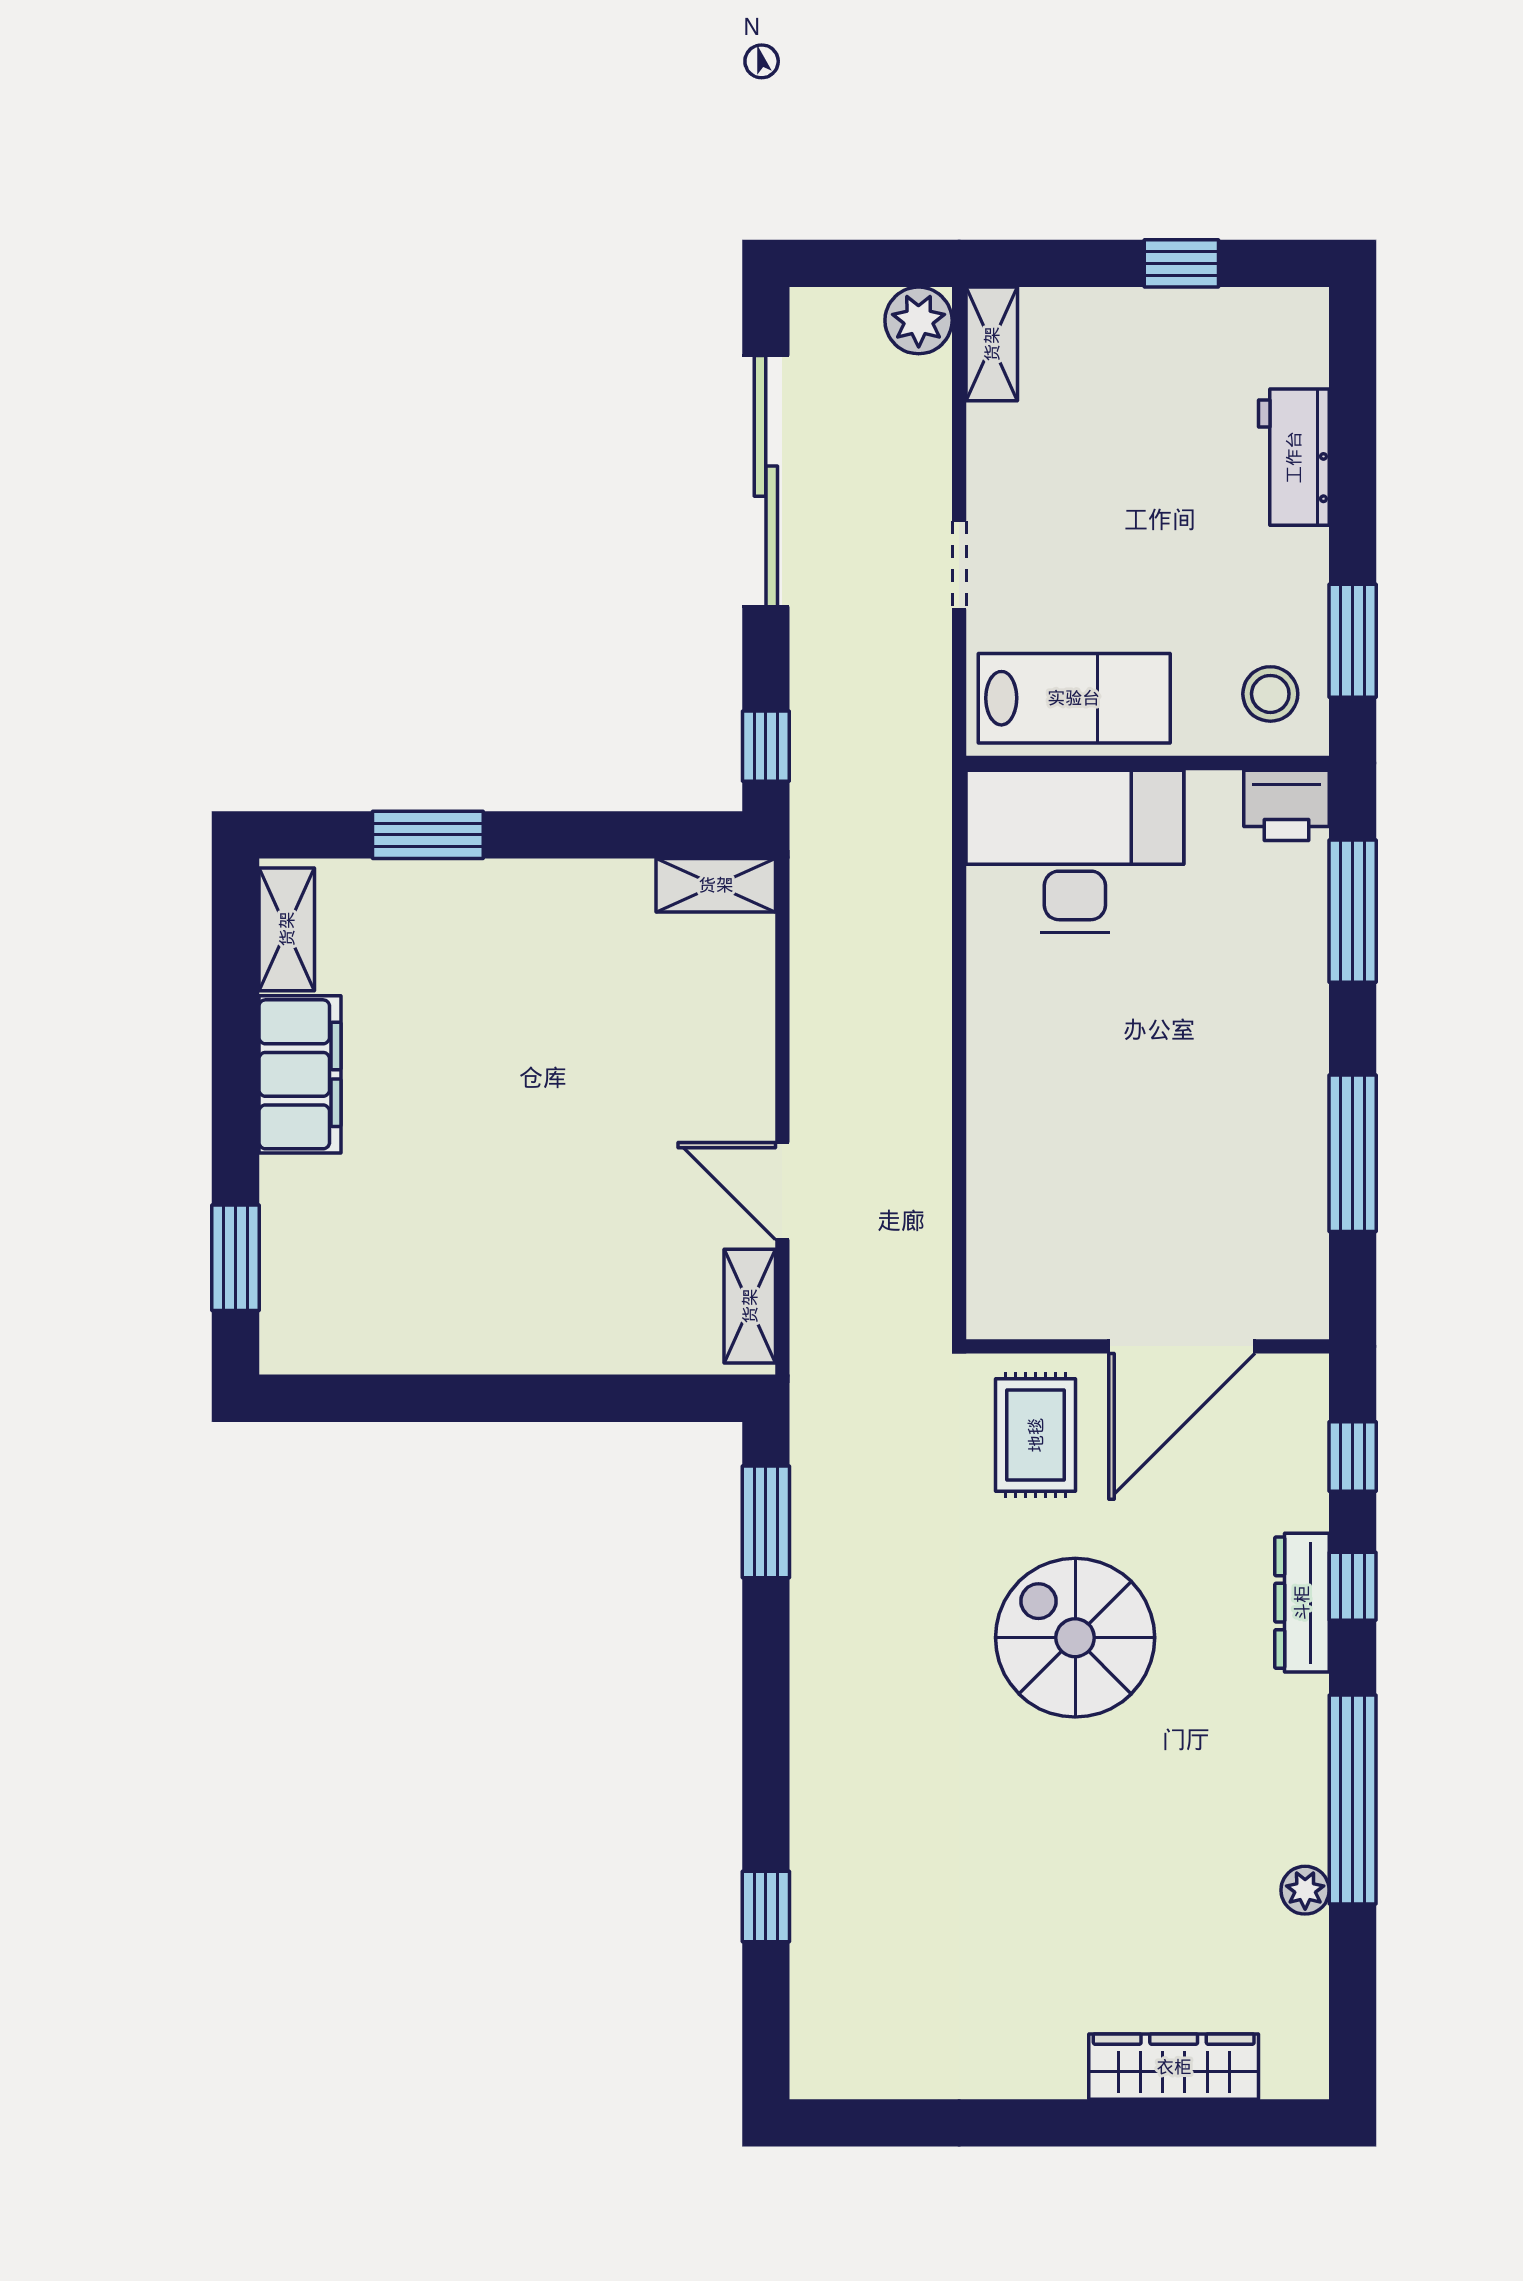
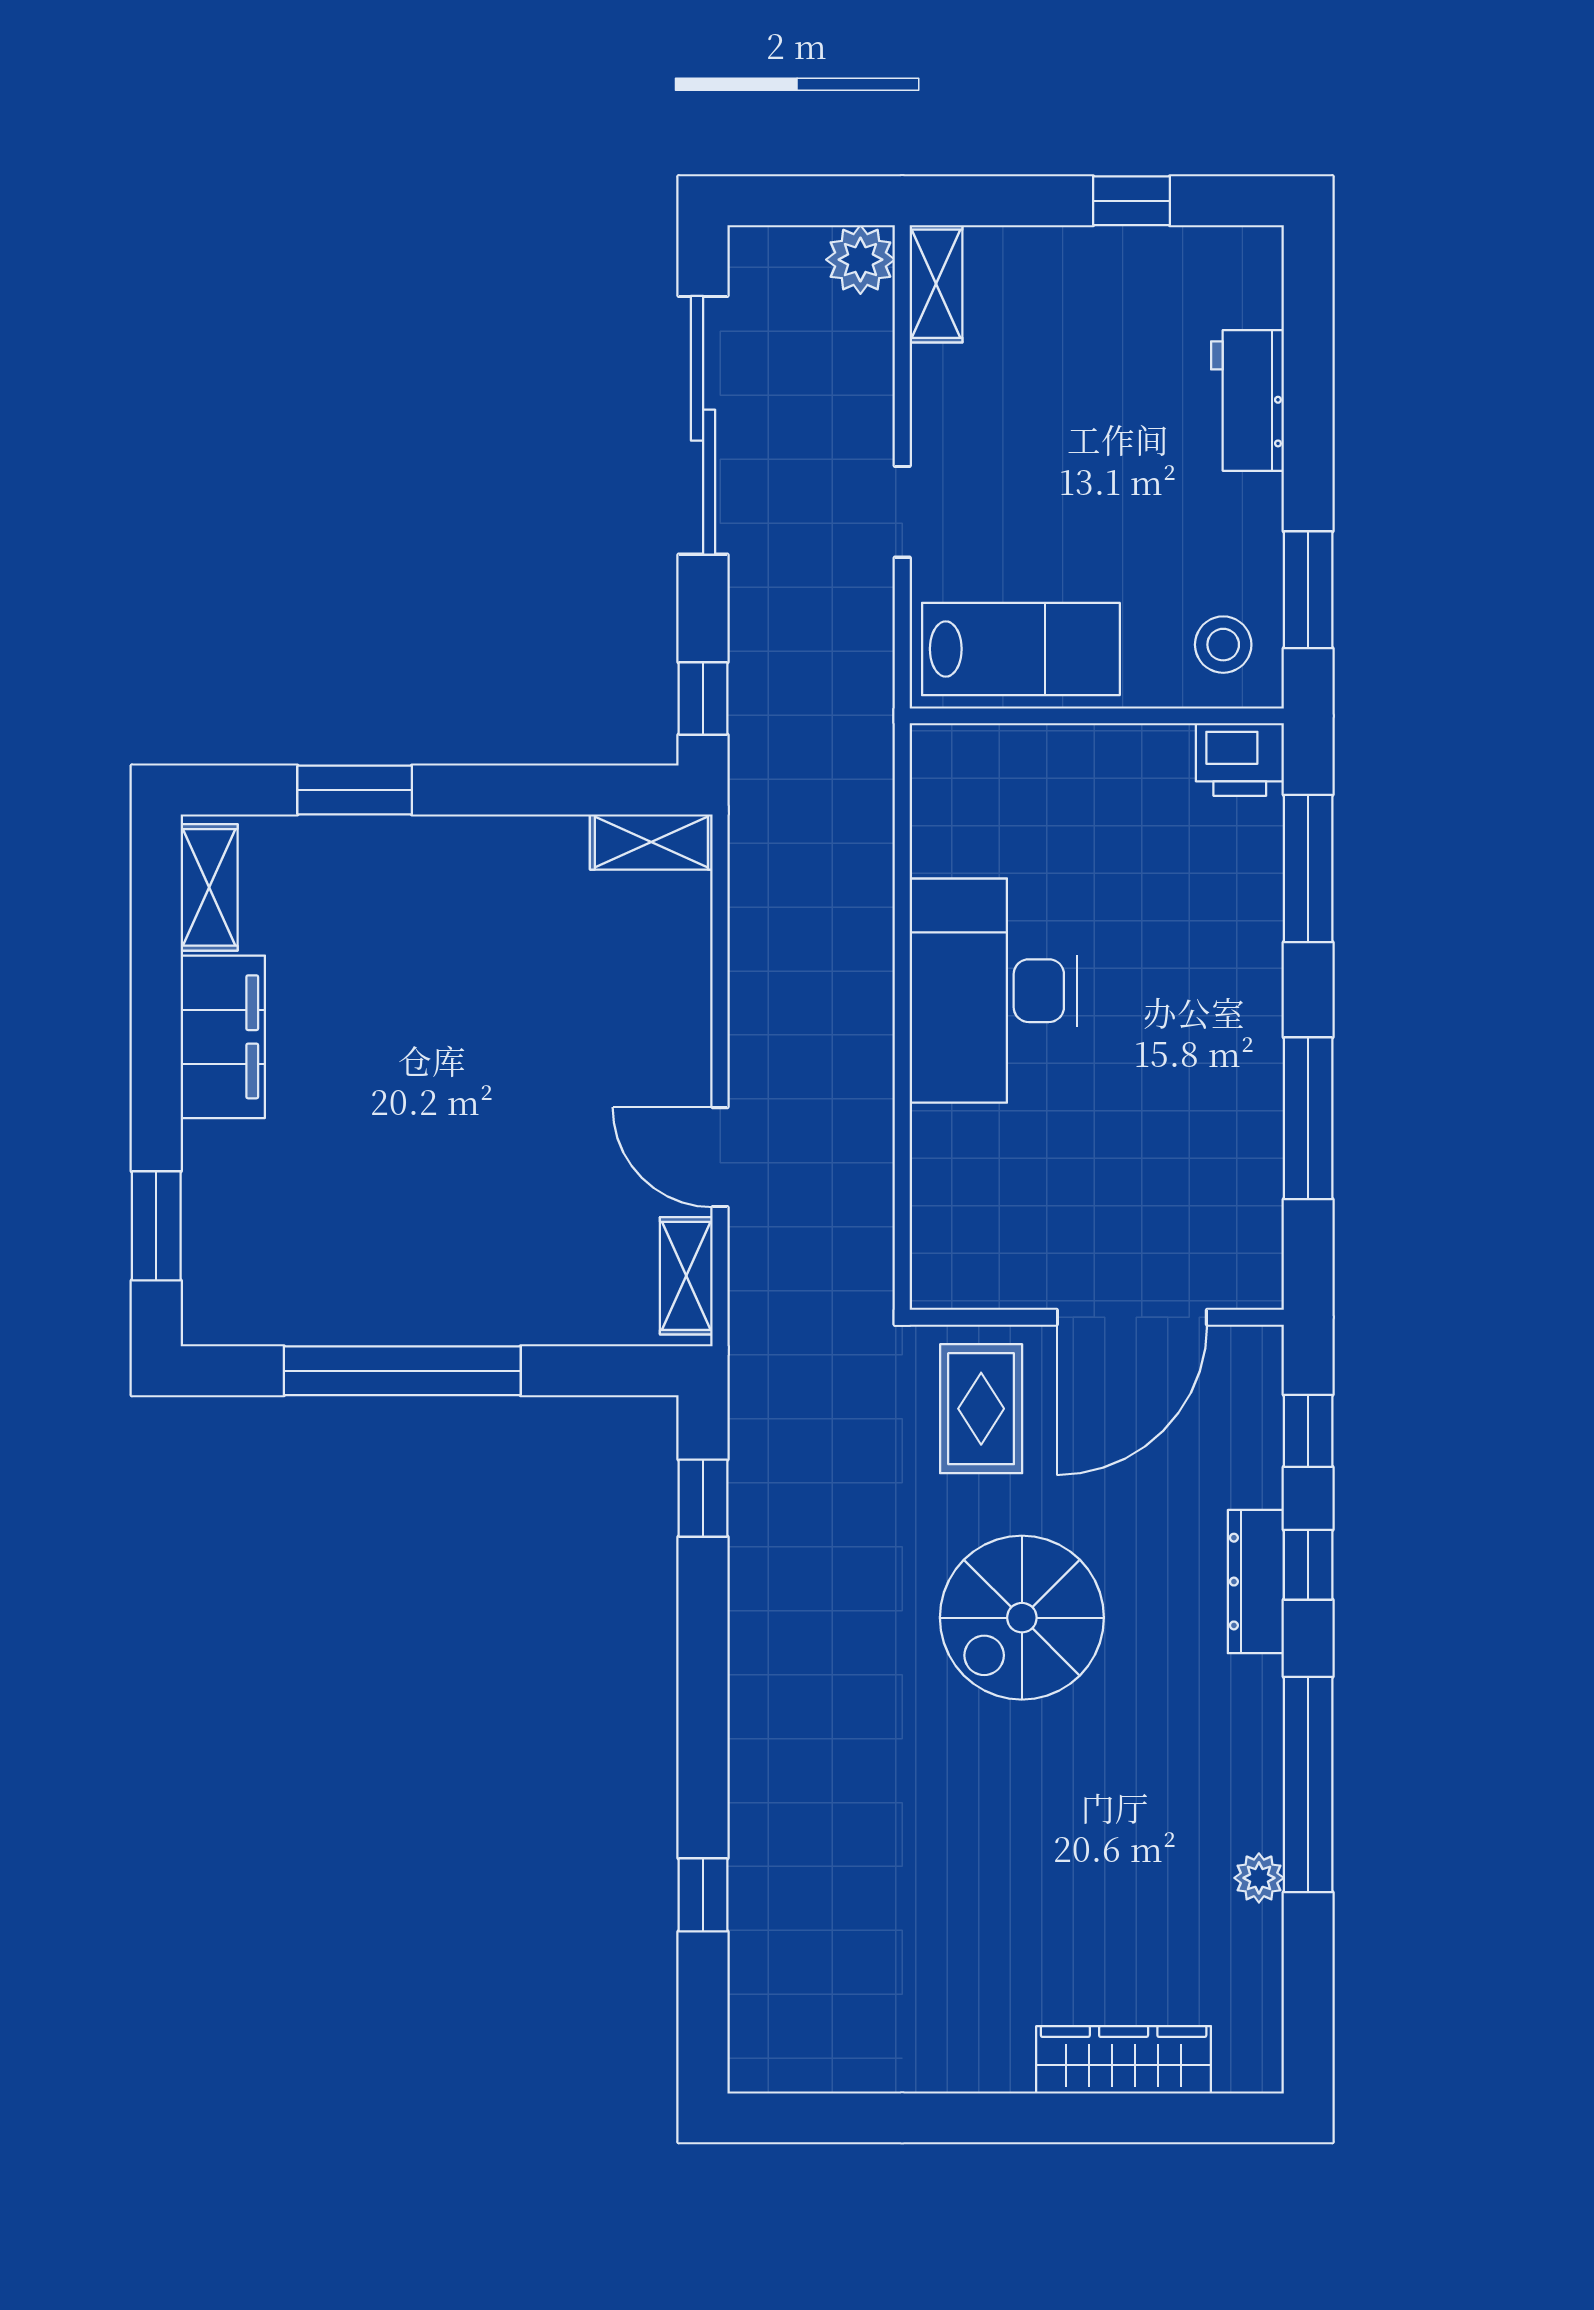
desk: (1075, 851) -> (993, 991), moved, turned -90
window: (474, 1398) -> (402, 1371), added
window: (766, 1522) -> (703, 1498), width x0.67
spiral stairs: (1075, 1638) -> (1022, 1618), turned -90

